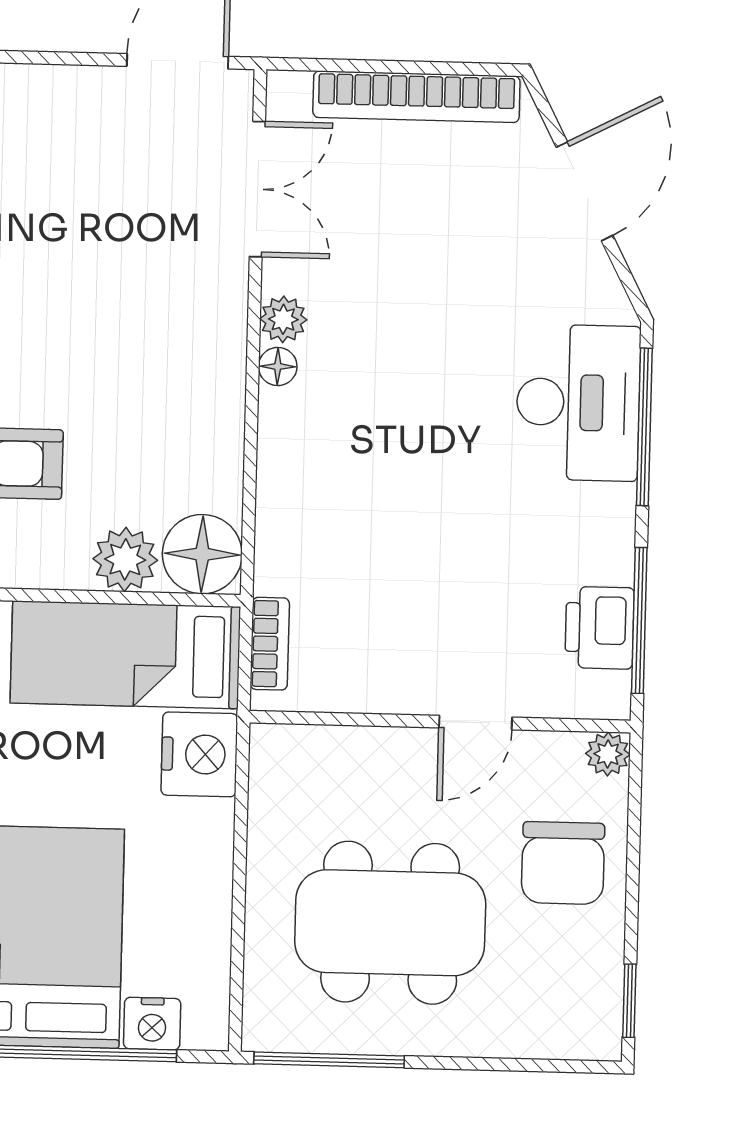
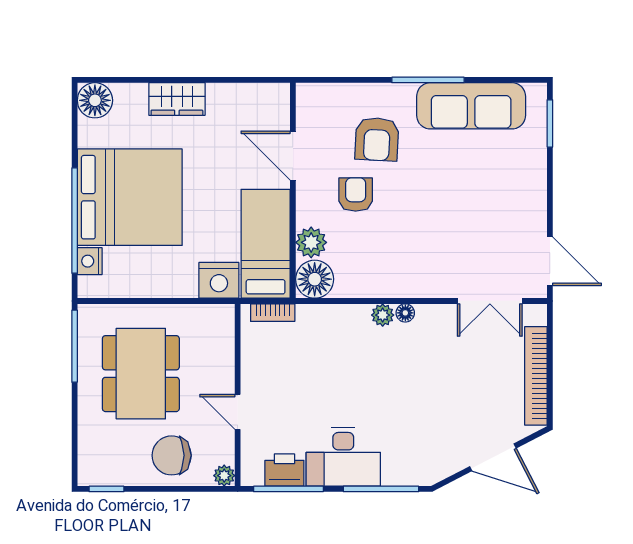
plant: (283, 319) -> (383, 315), moved
desk: (578, 403) -> (343, 457), moved

